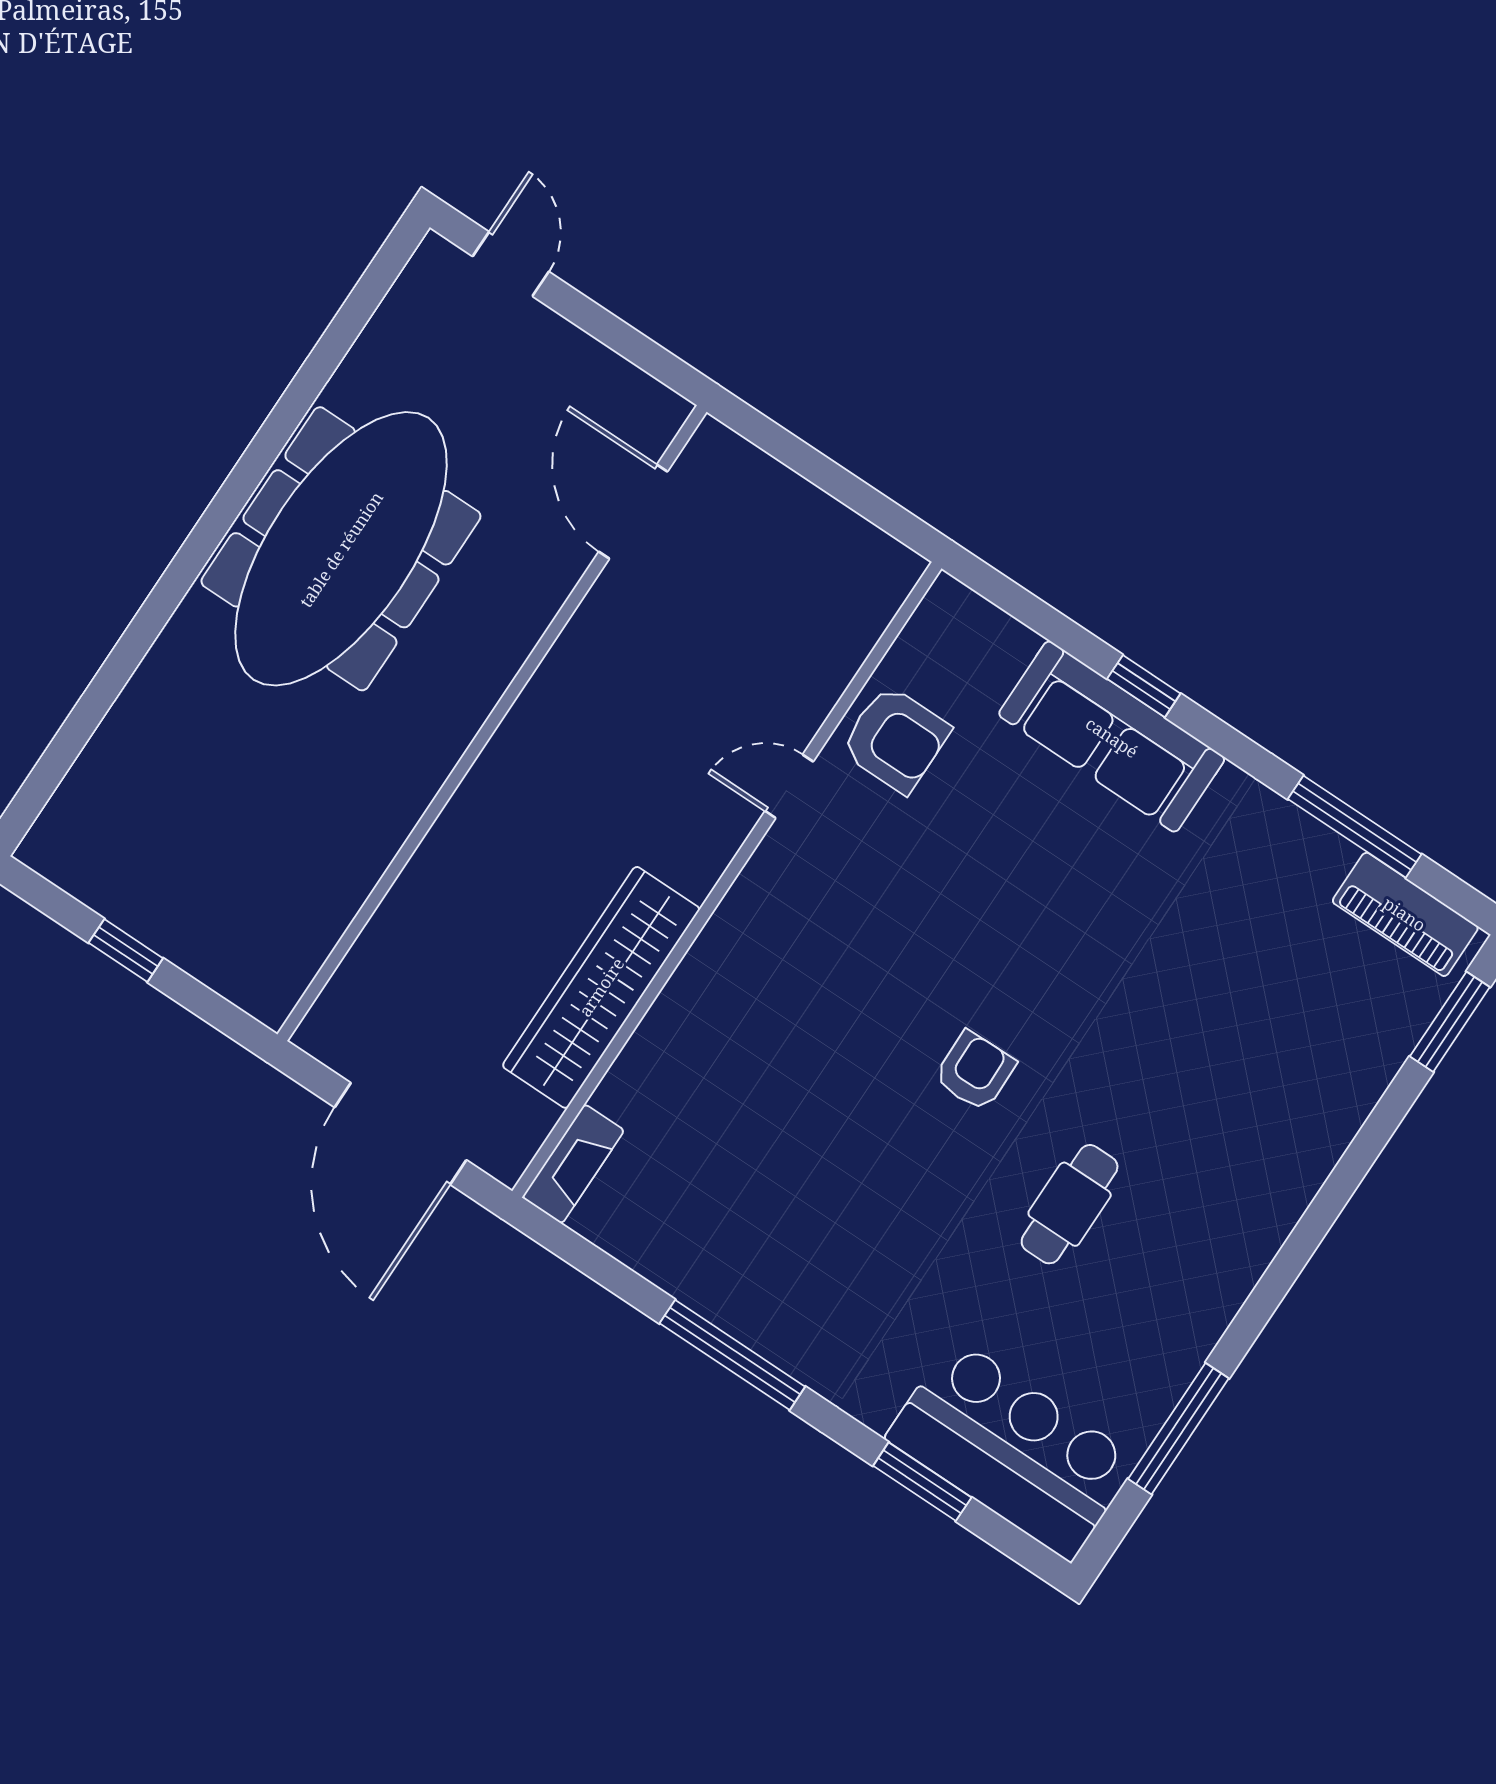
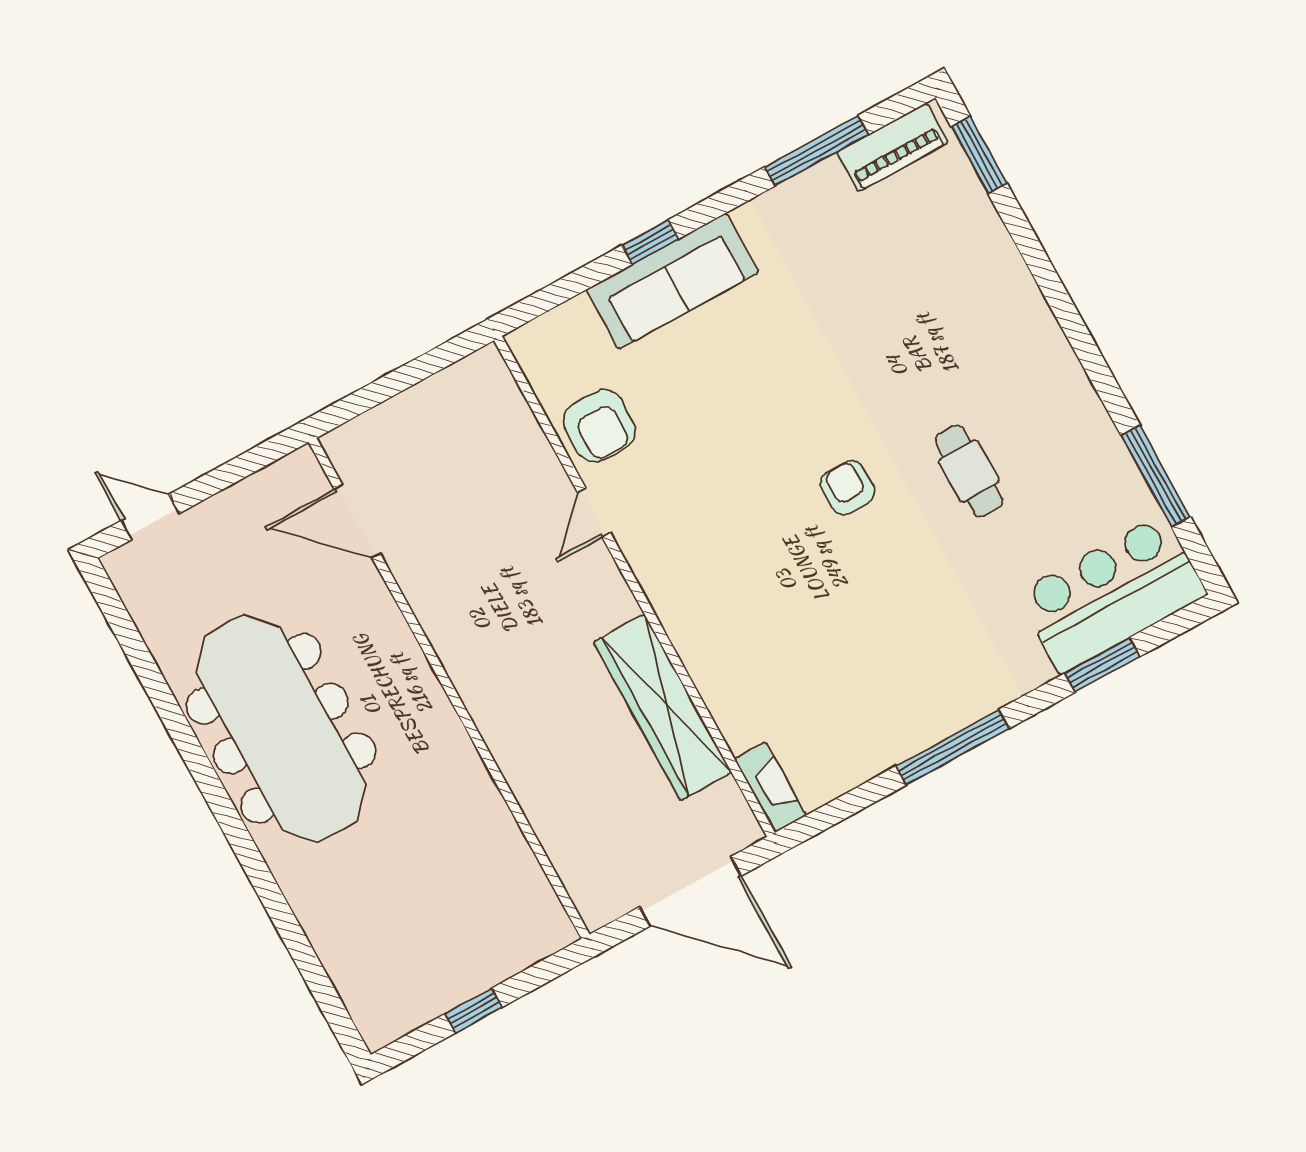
armchair: (895, 739) -> (599, 426), turned 90

